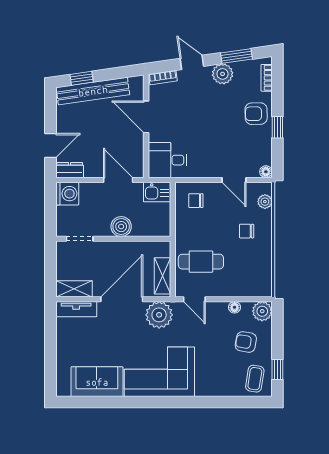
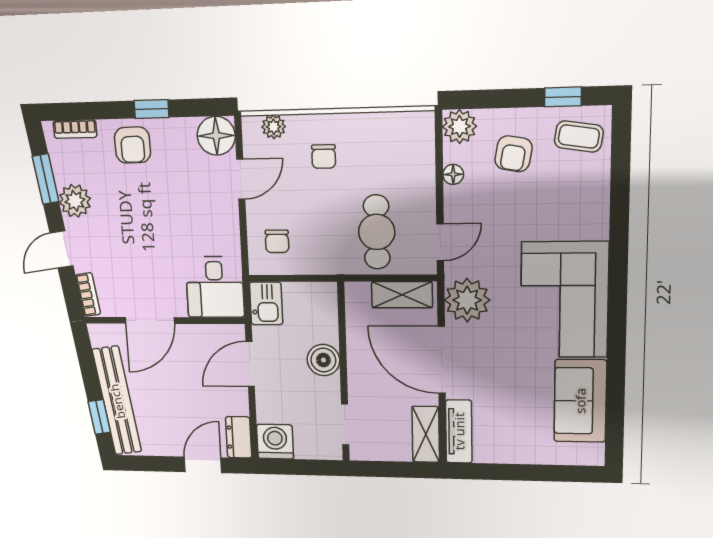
door: (50, 146) -> (203, 465), hinge flipped
floor lamp: (266, 172) -> (216, 136), width x1.89, depth x1.89

